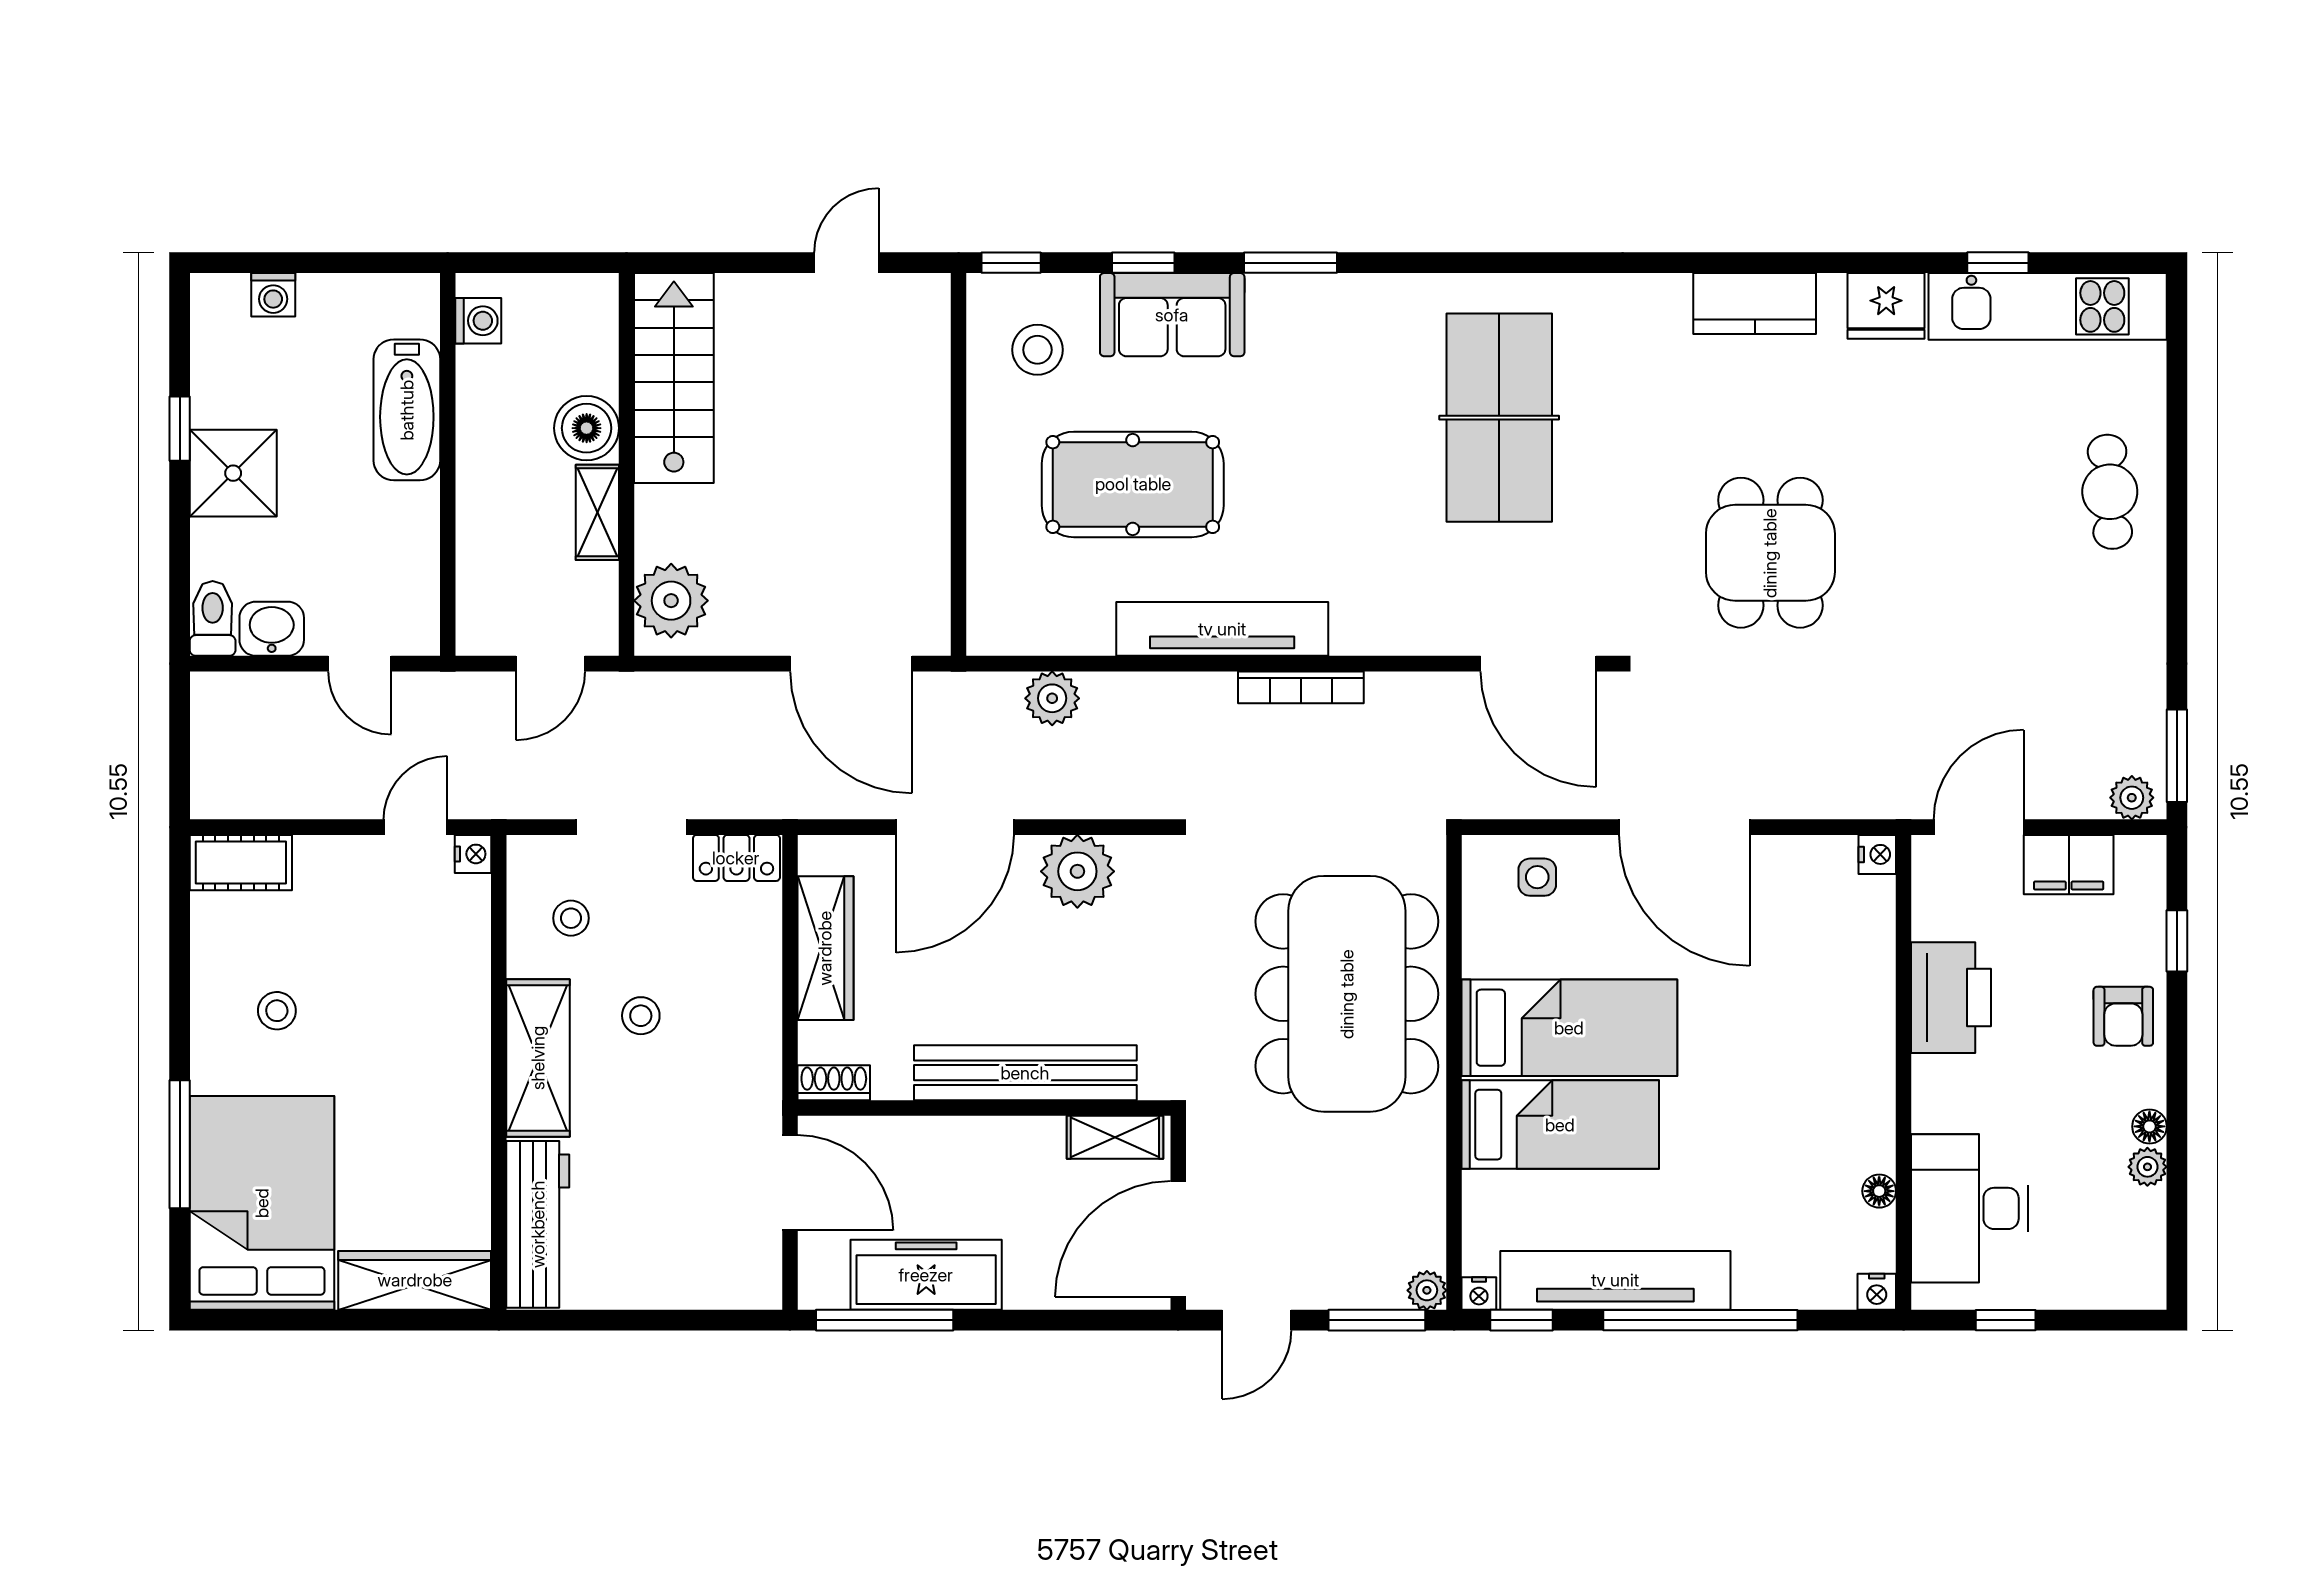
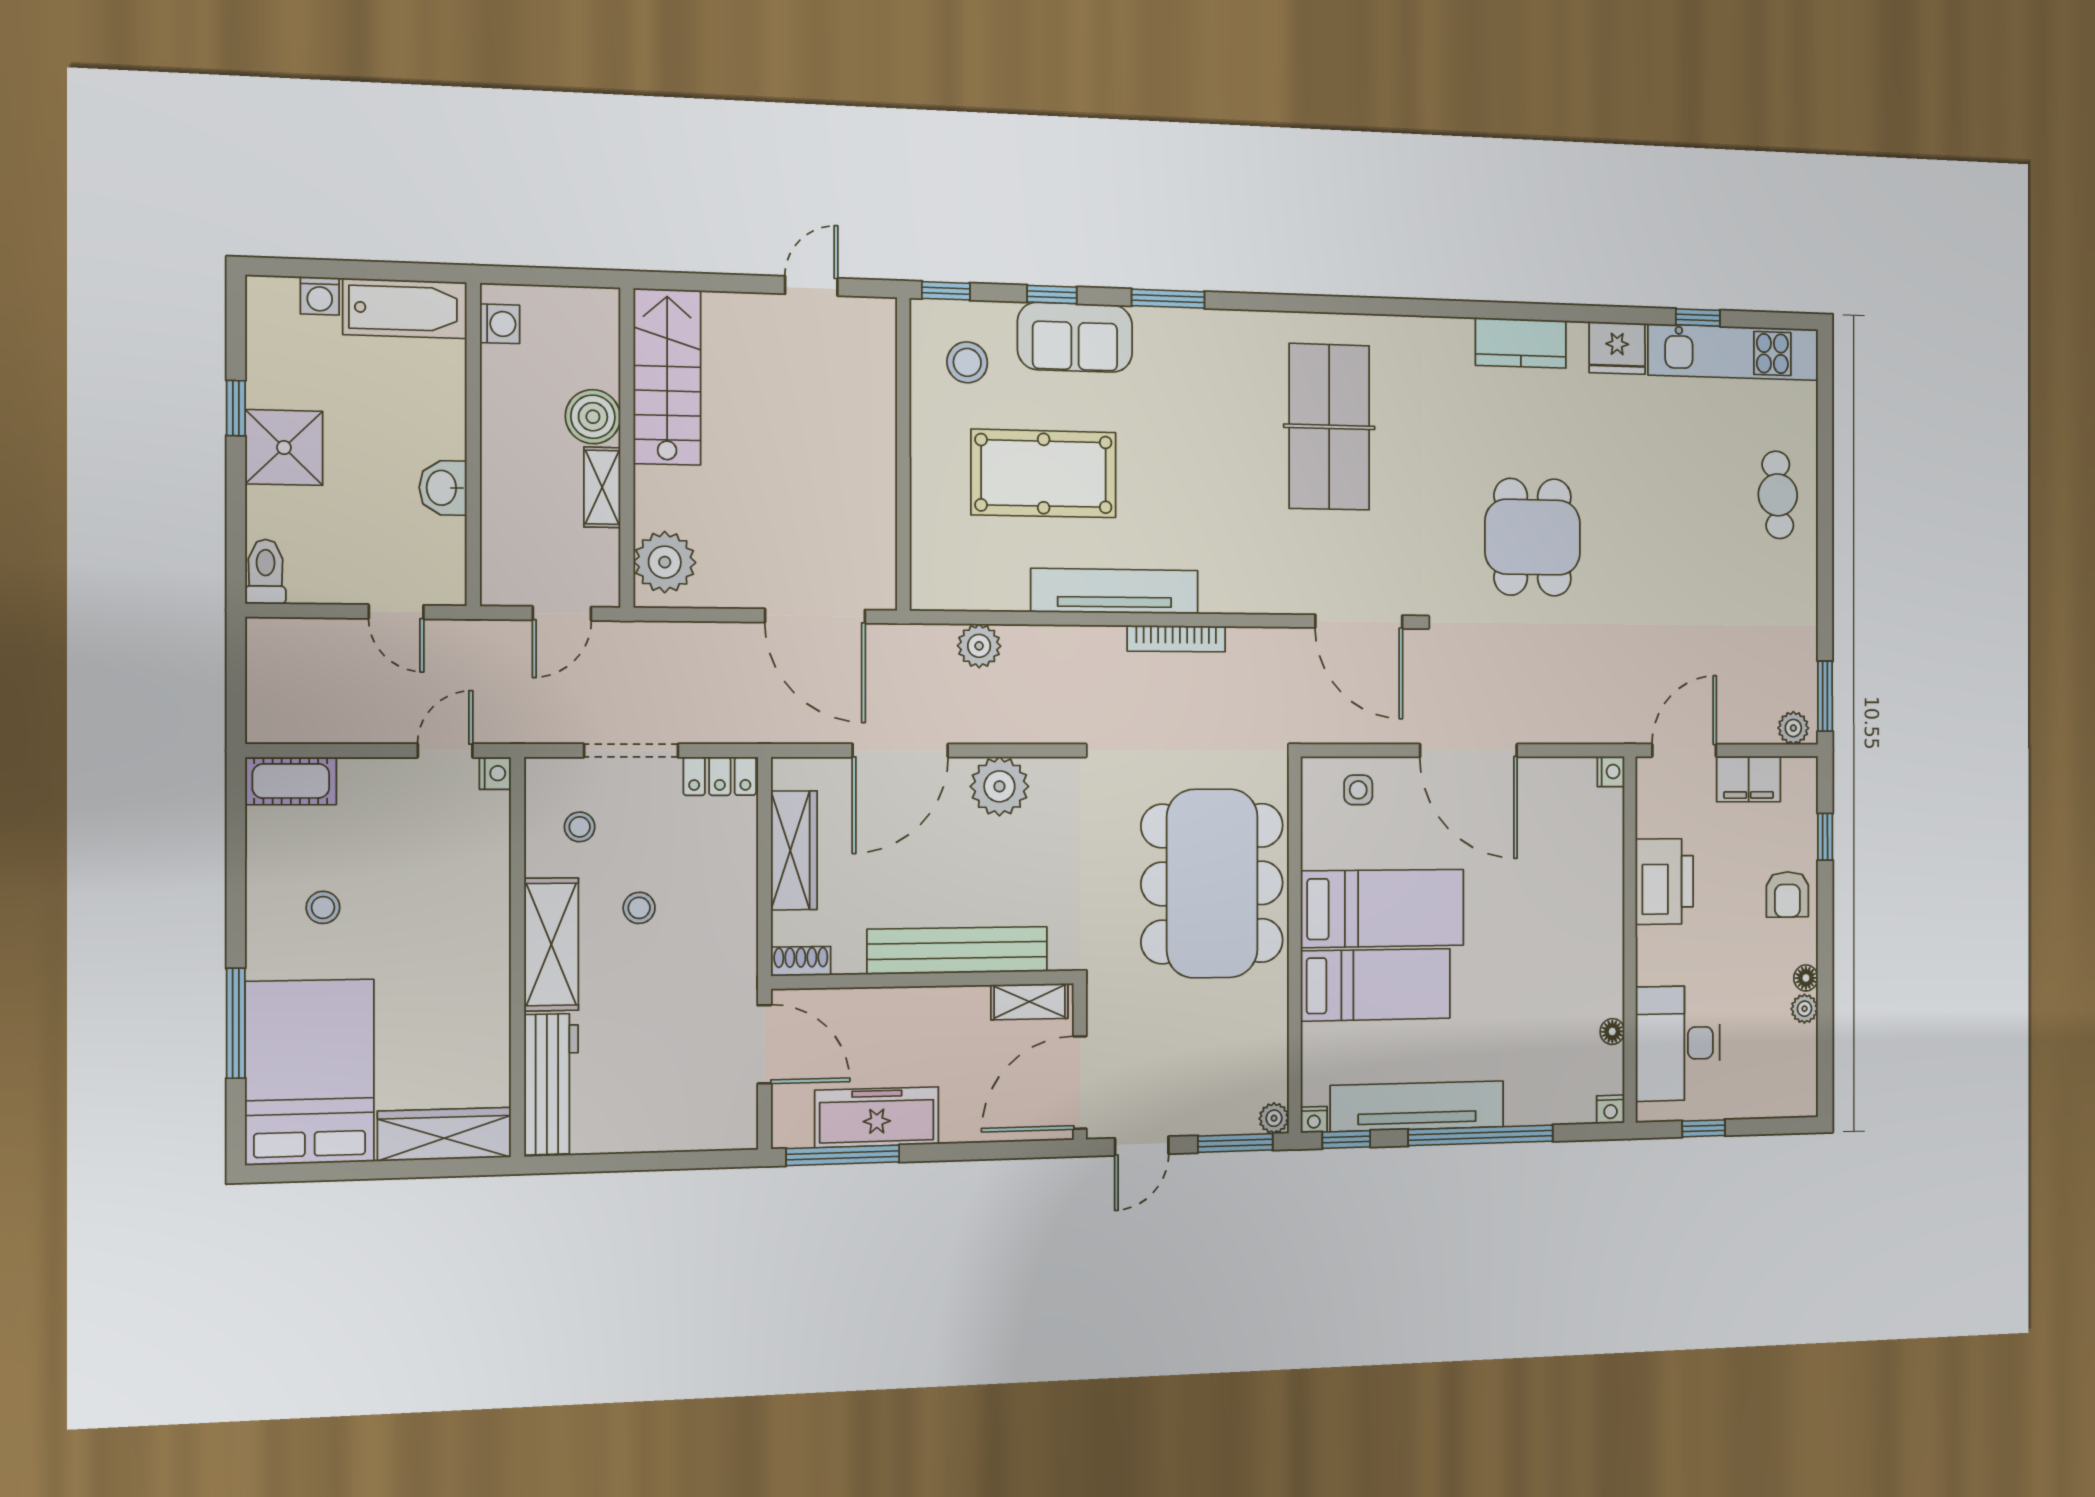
bathtub: (407, 410) -> (405, 308), moved, turned -90
washbasin: (272, 629) -> (443, 488), moved, turned -90

